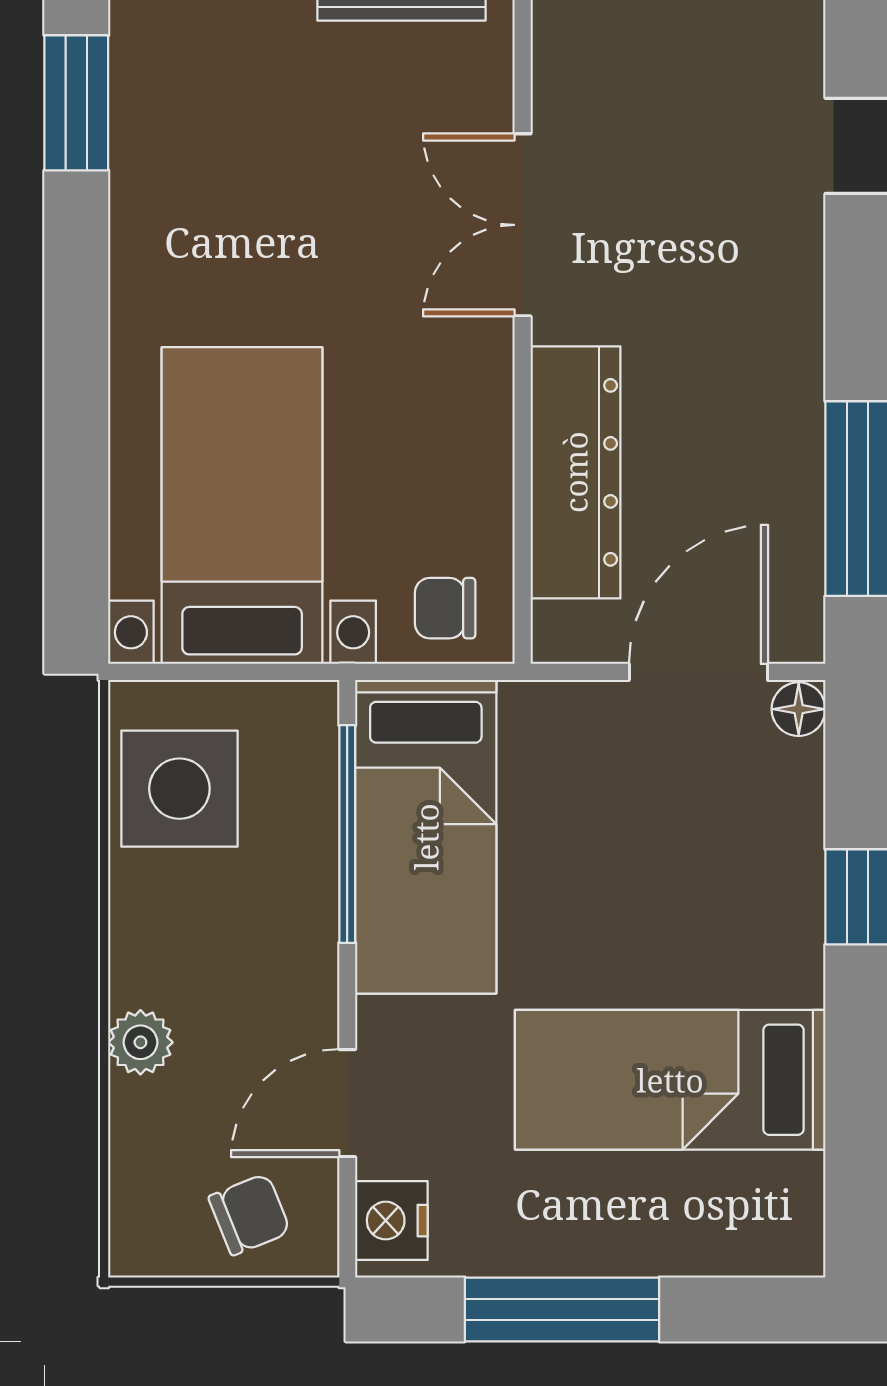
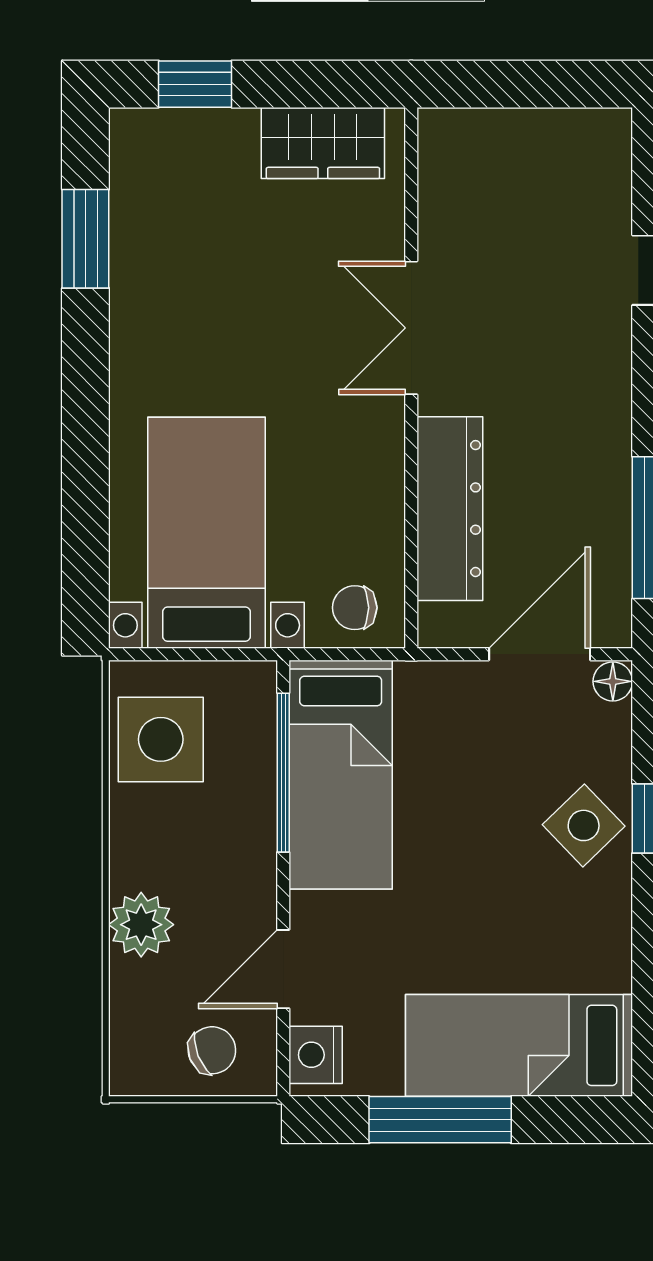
side table: (759, 906) -> (584, 825), added
plant: (140, 1042) -> (141, 925), width x1.38, depth x1.38
bed: (670, 1080) -> (519, 1045), moved

